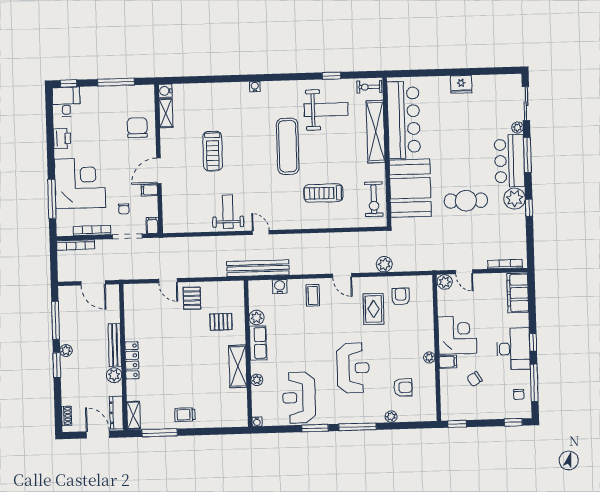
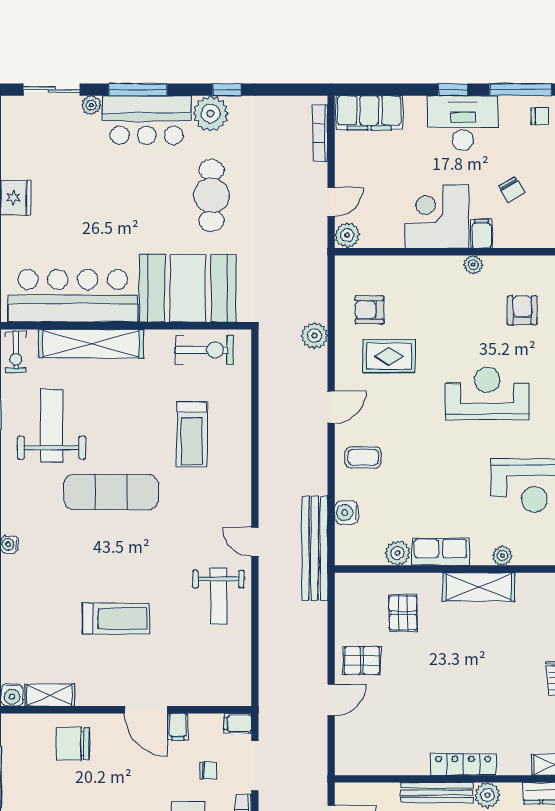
weight bench: (228, 212) -> (218, 596), turned -90
door: (261, 232) -> (255, 542), hinge flipped

